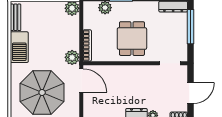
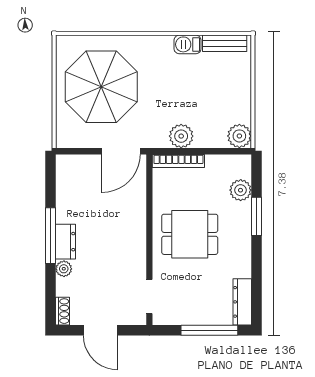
barbecue: (19, 47) -> (188, 44), width x0.53, depth x0.65
plant: (72, 57) -> (181, 136), moved

